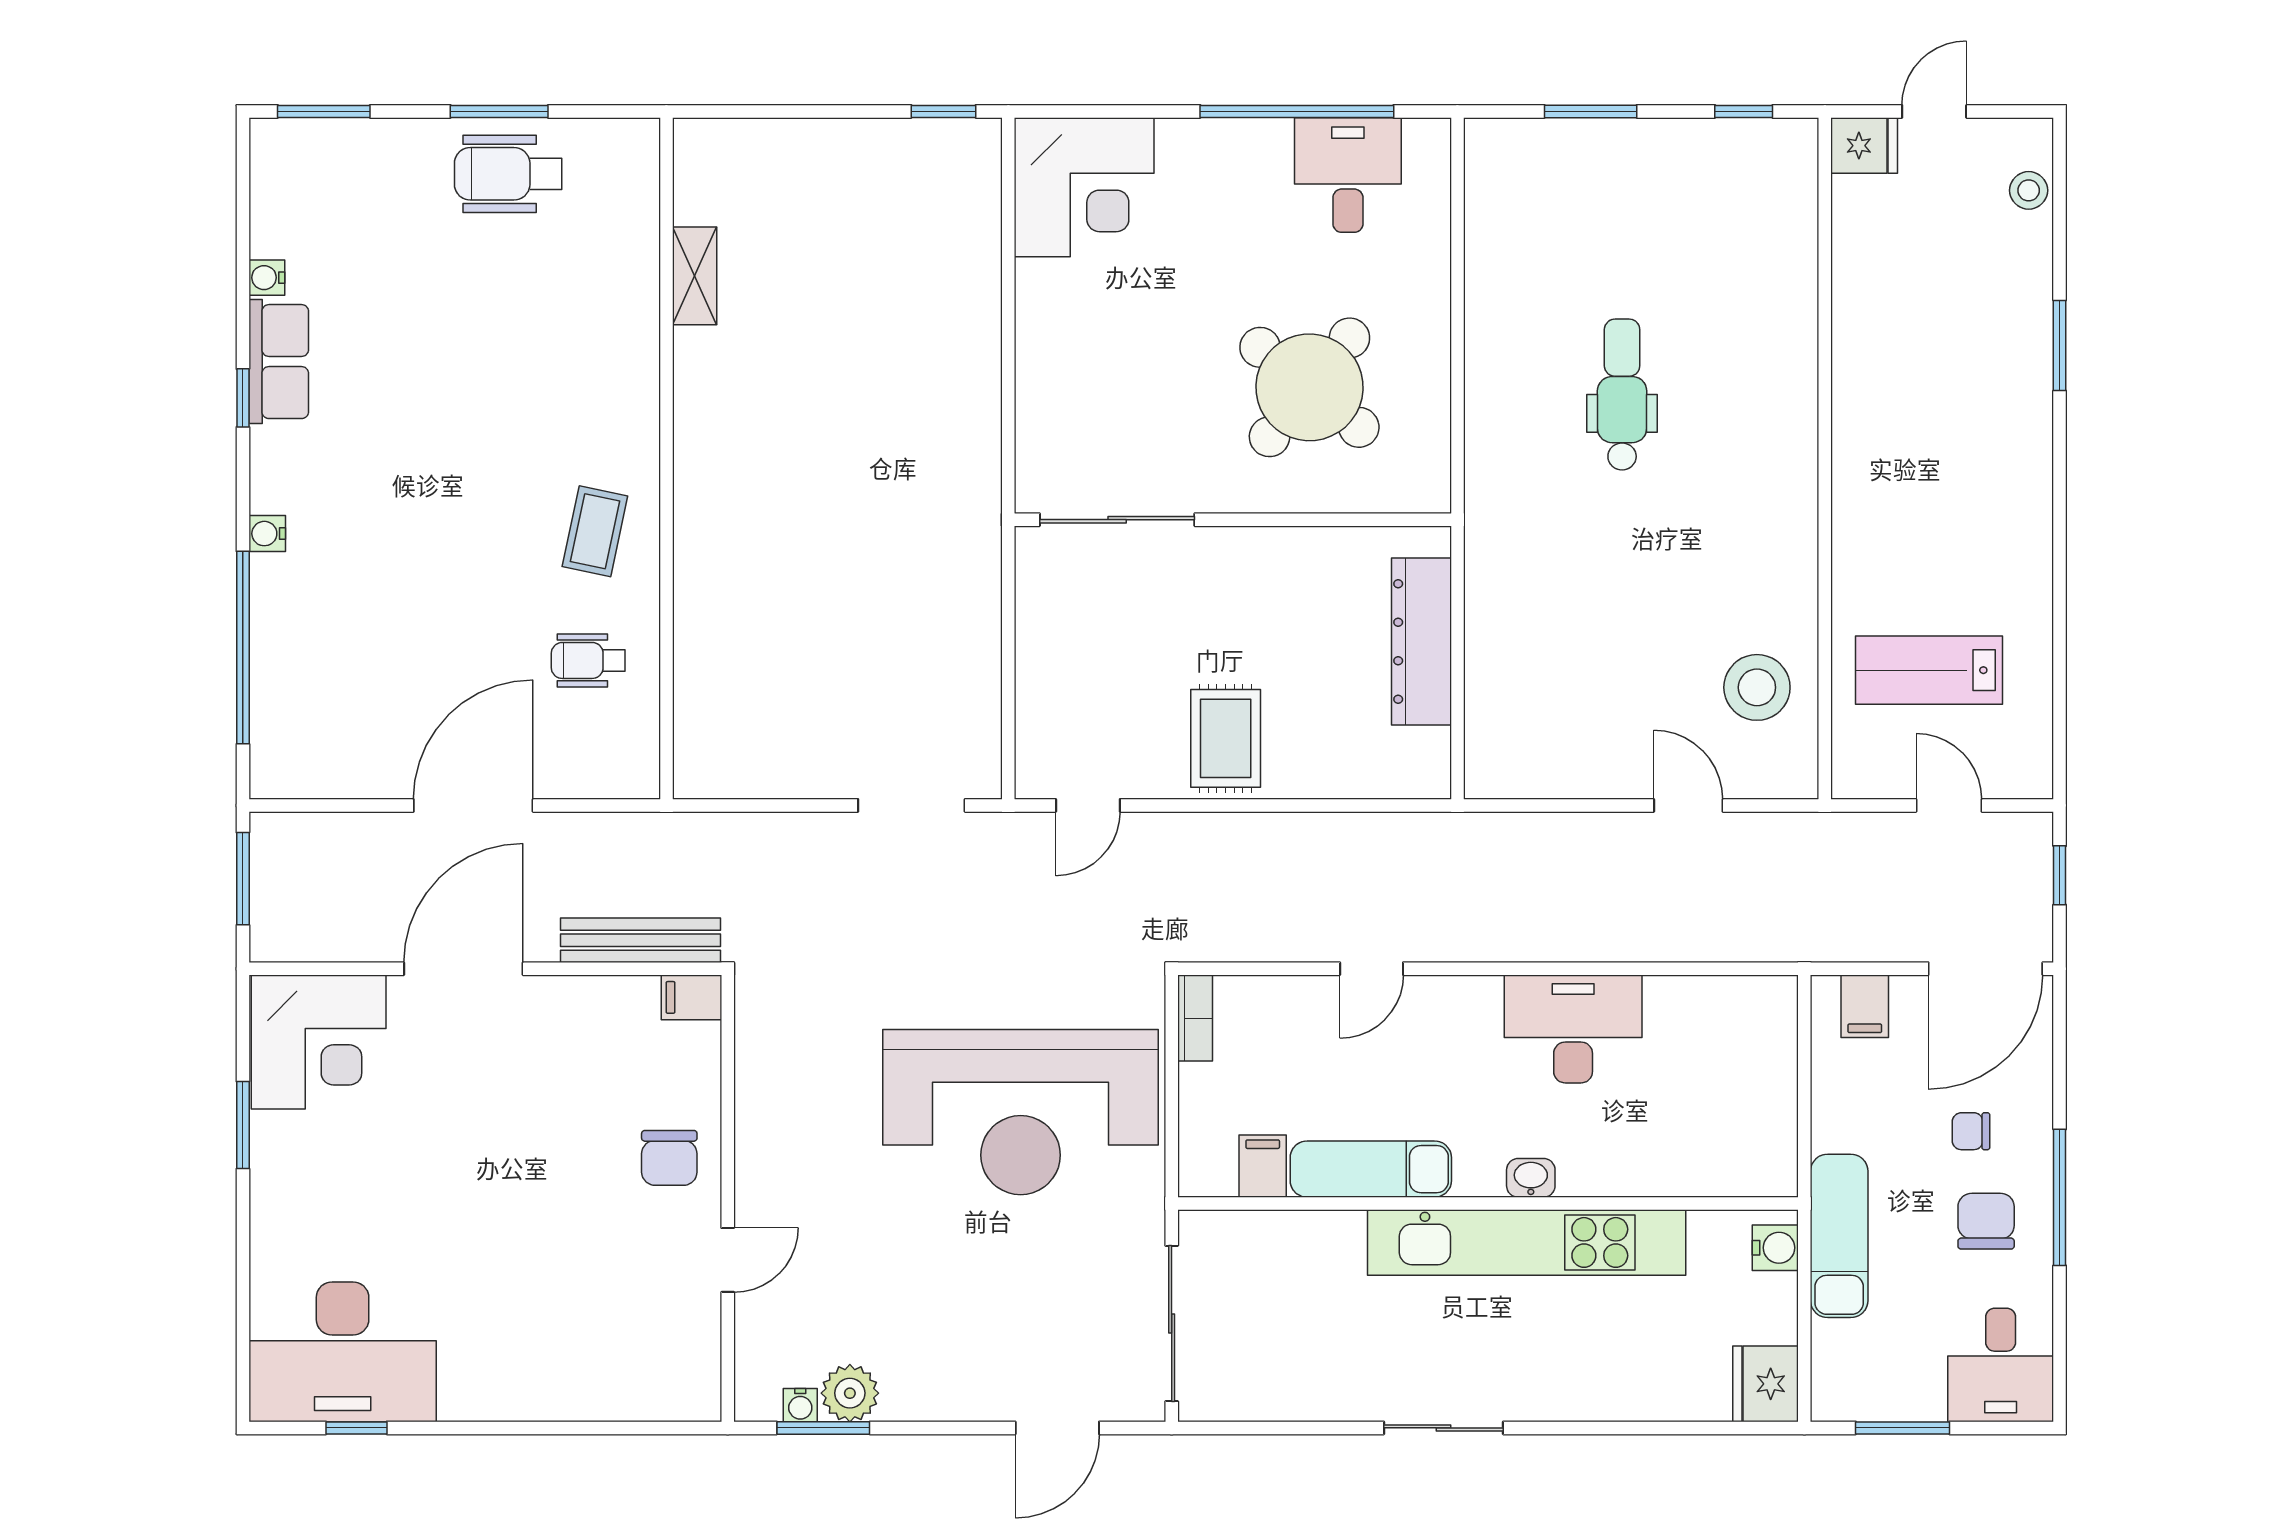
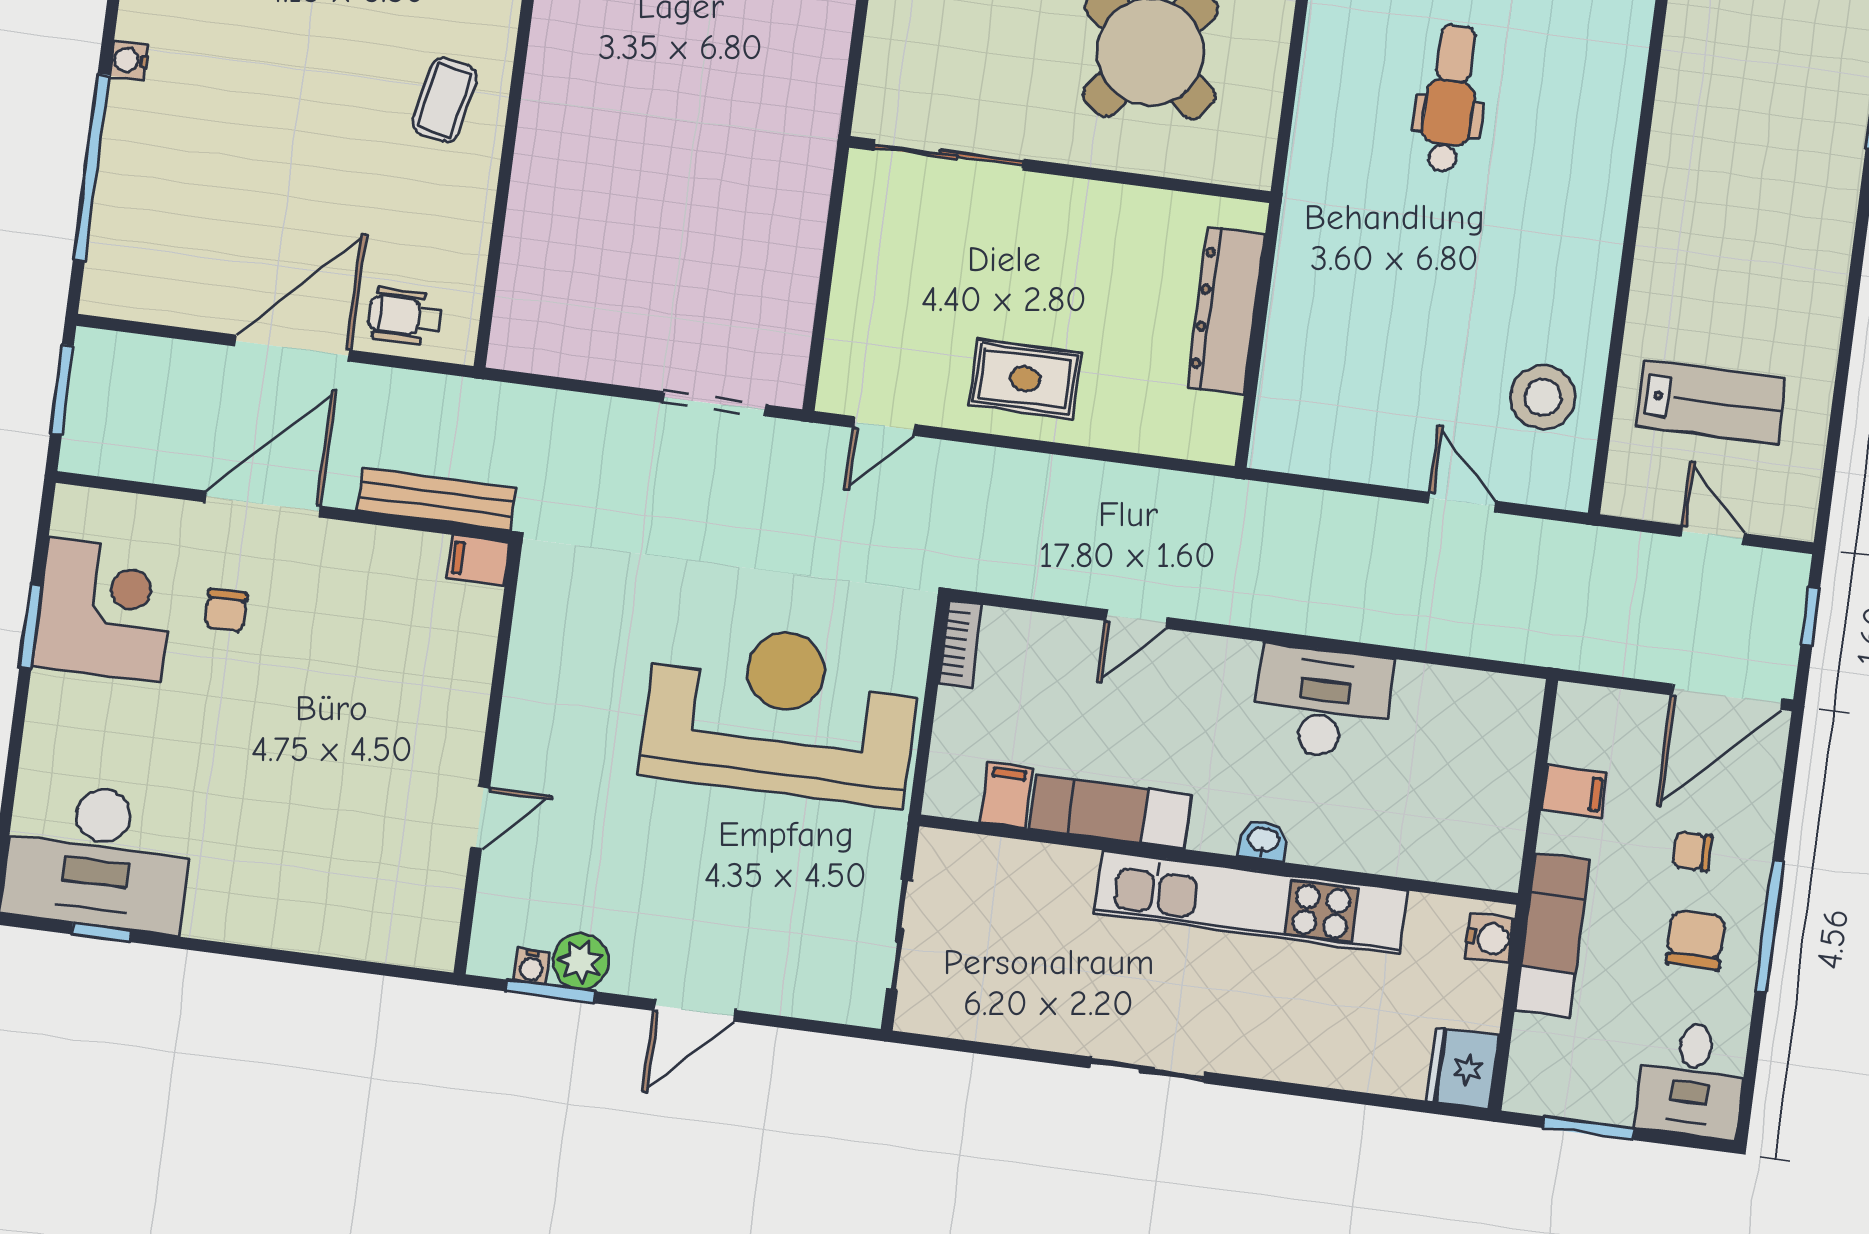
wheelchair: (588, 660) -> (405, 316), moved
lab bench: (1929, 670) -> (1711, 402), turned 180
rug: (1226, 738) -> (1025, 379), turned 90
filing cabinet: (1865, 1006) -> (1574, 792), moved, turned -90
corner desk: (319, 1042) -> (105, 610), moved, turned -90
reception desk: (1021, 1112) -> (781, 713), turned 180
chair: (669, 1158) -> (226, 610), moved, width x0.73, depth x0.73
sliding door: (1172, 1323) -> (899, 935), width x0.73
door: (1057, 1428) -> (695, 1010), moved

